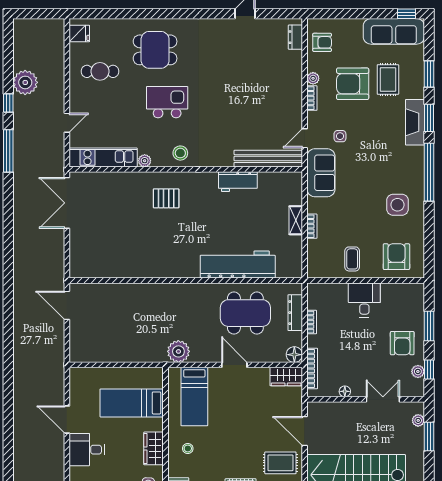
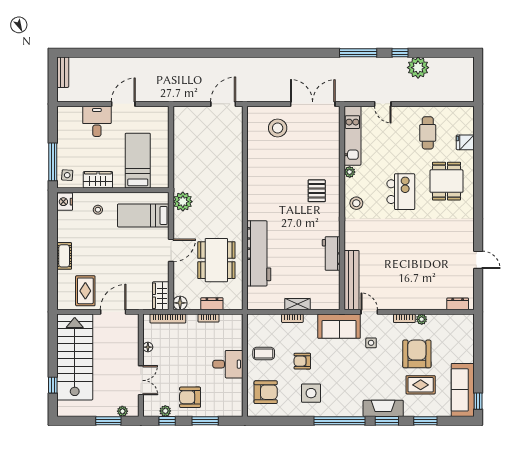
fridge: (79, 34) -> (465, 142), moved, turned 90
armchair: (322, 42) -> (302, 361), moved, turned 90
stool: (94, 243) -> (278, 128), added
dresser: (295, 313) -> (212, 304), width x0.70

